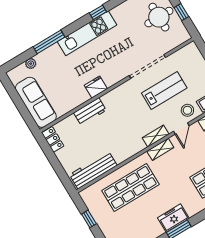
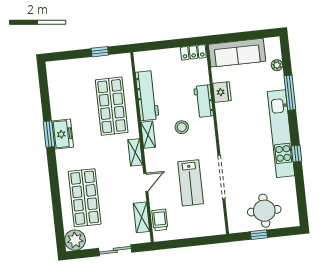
kitchen unit: (87, 33) -> (281, 134), width x1.36
fridge: (96, 87) -> (222, 92), moved
stool: (187, 110) -> (182, 127), moved
door: (181, 129) -> (146, 182), swing flipped
shelving: (156, 136) -> (148, 135), moved
workbench: (93, 170) -> (147, 96), moved

